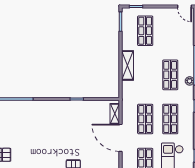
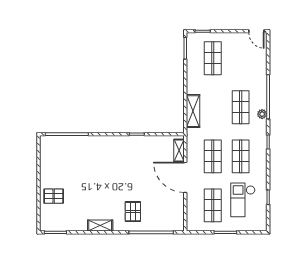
shelving: (127, 65) -> (193, 111), moved

